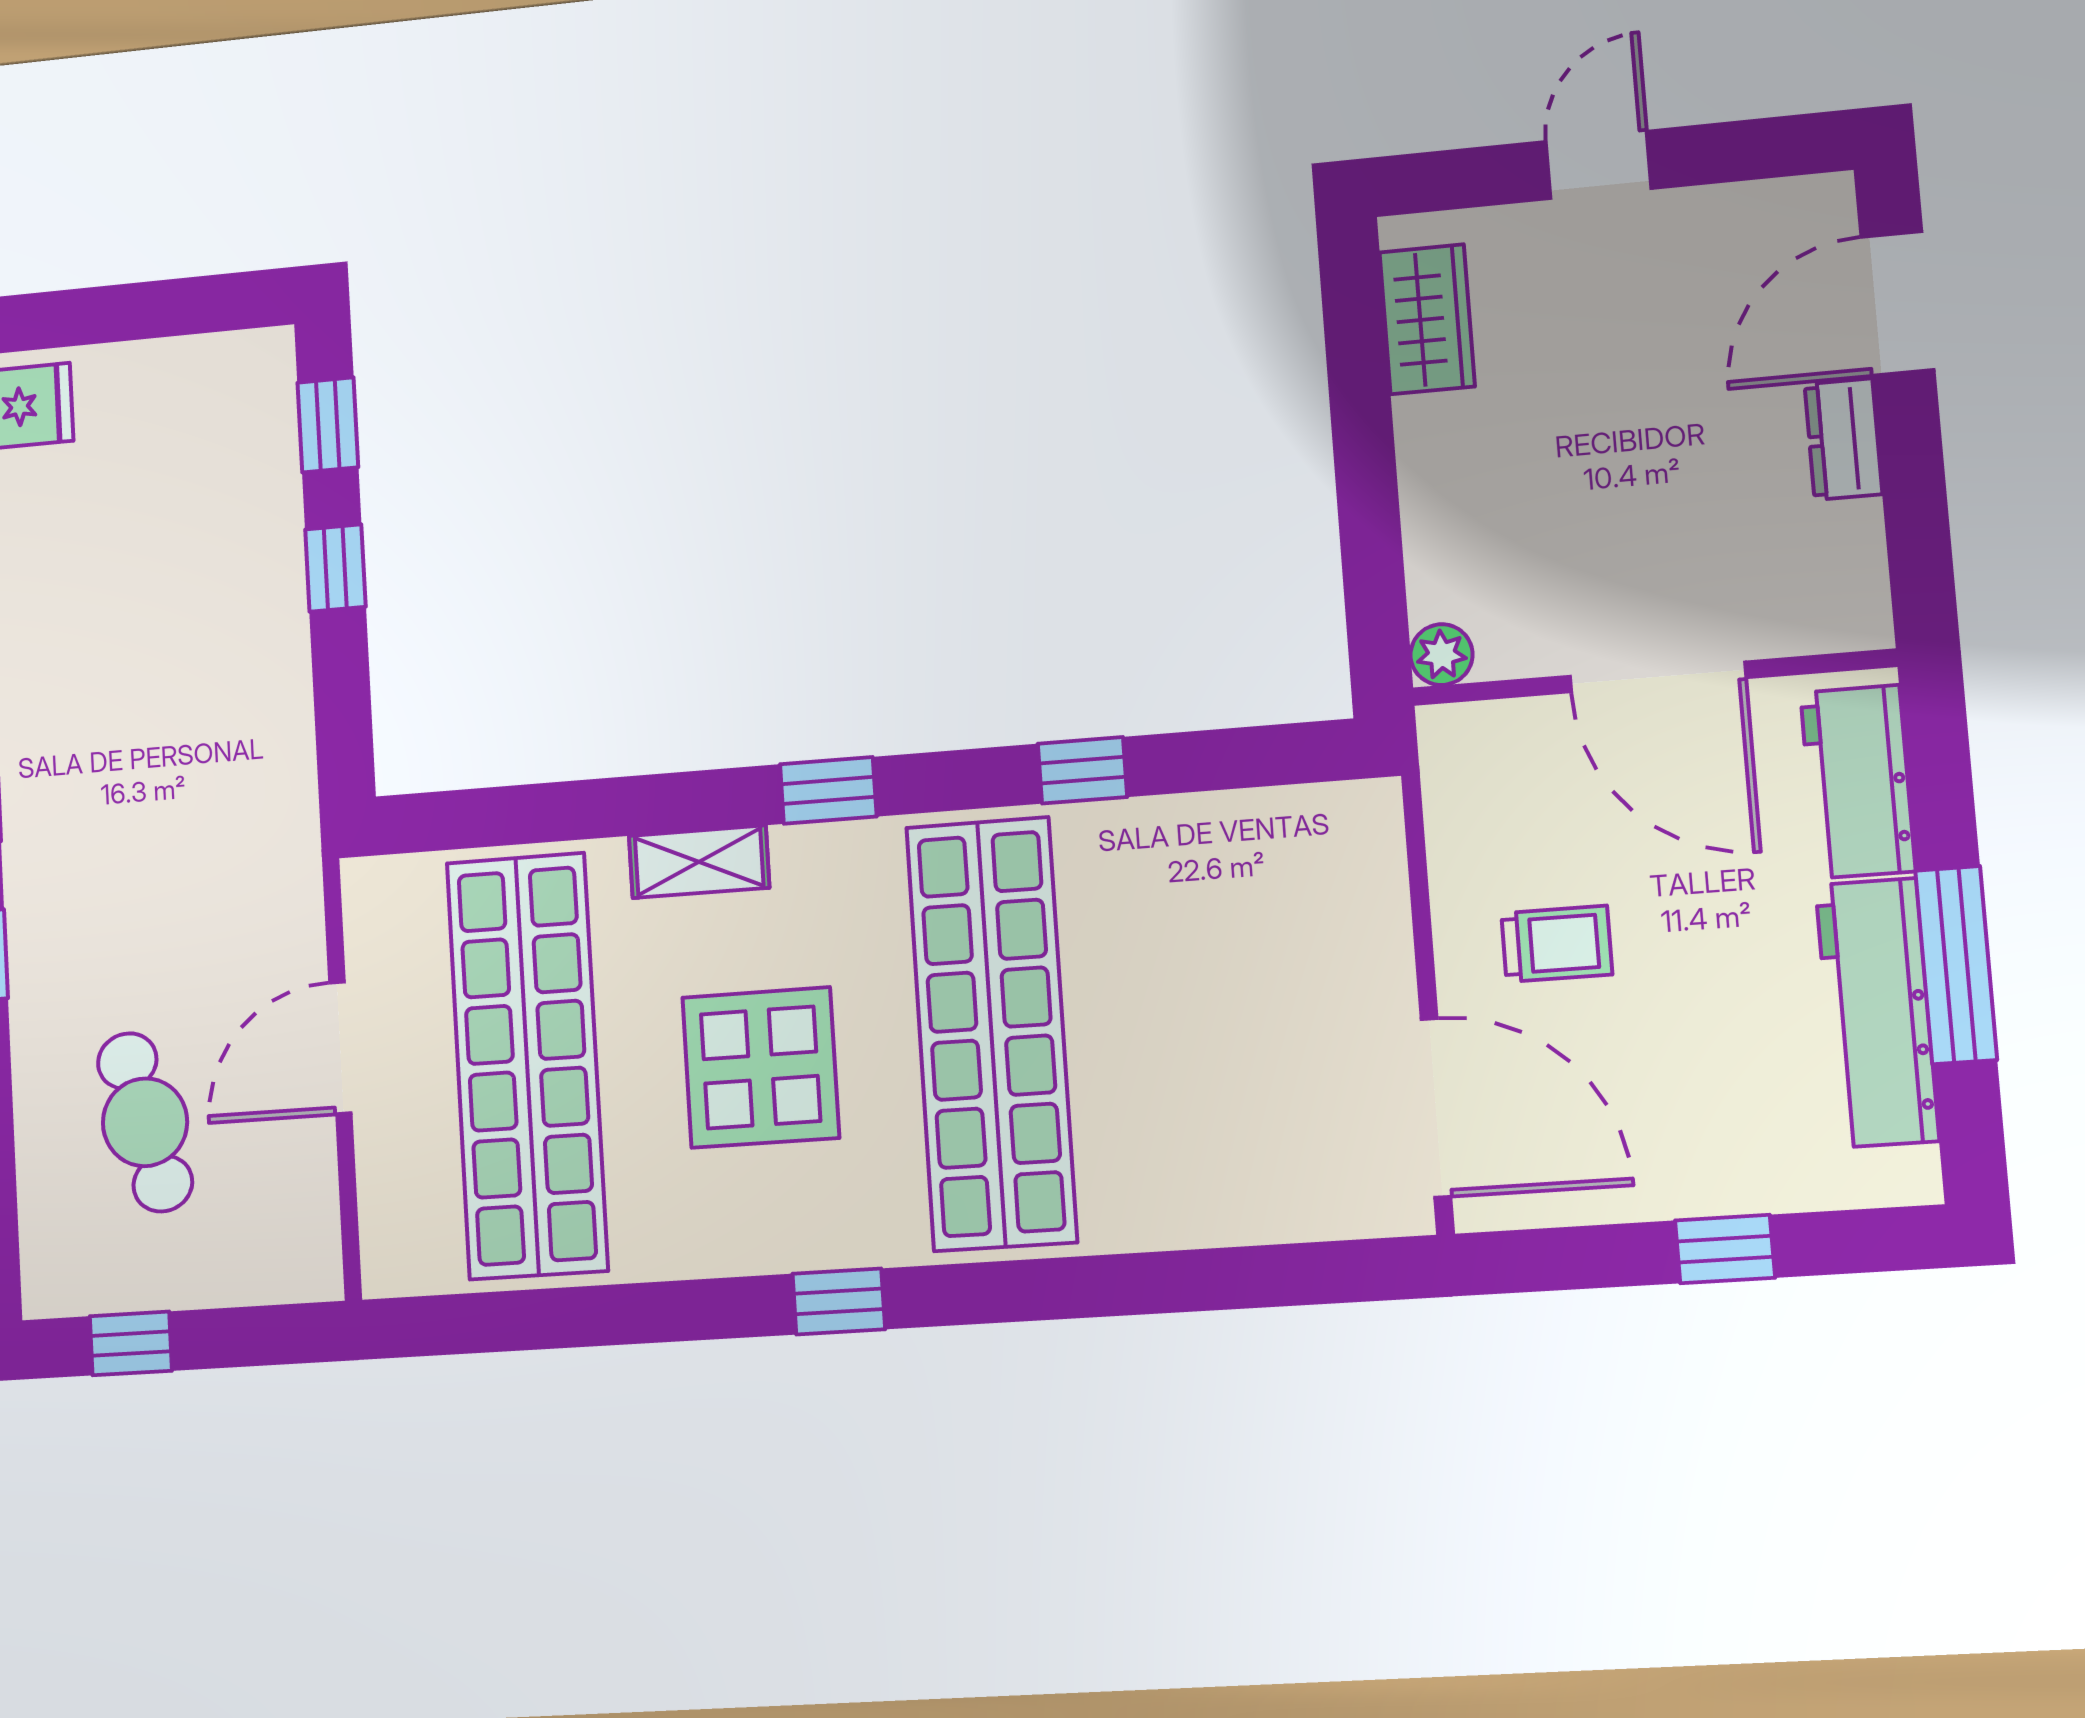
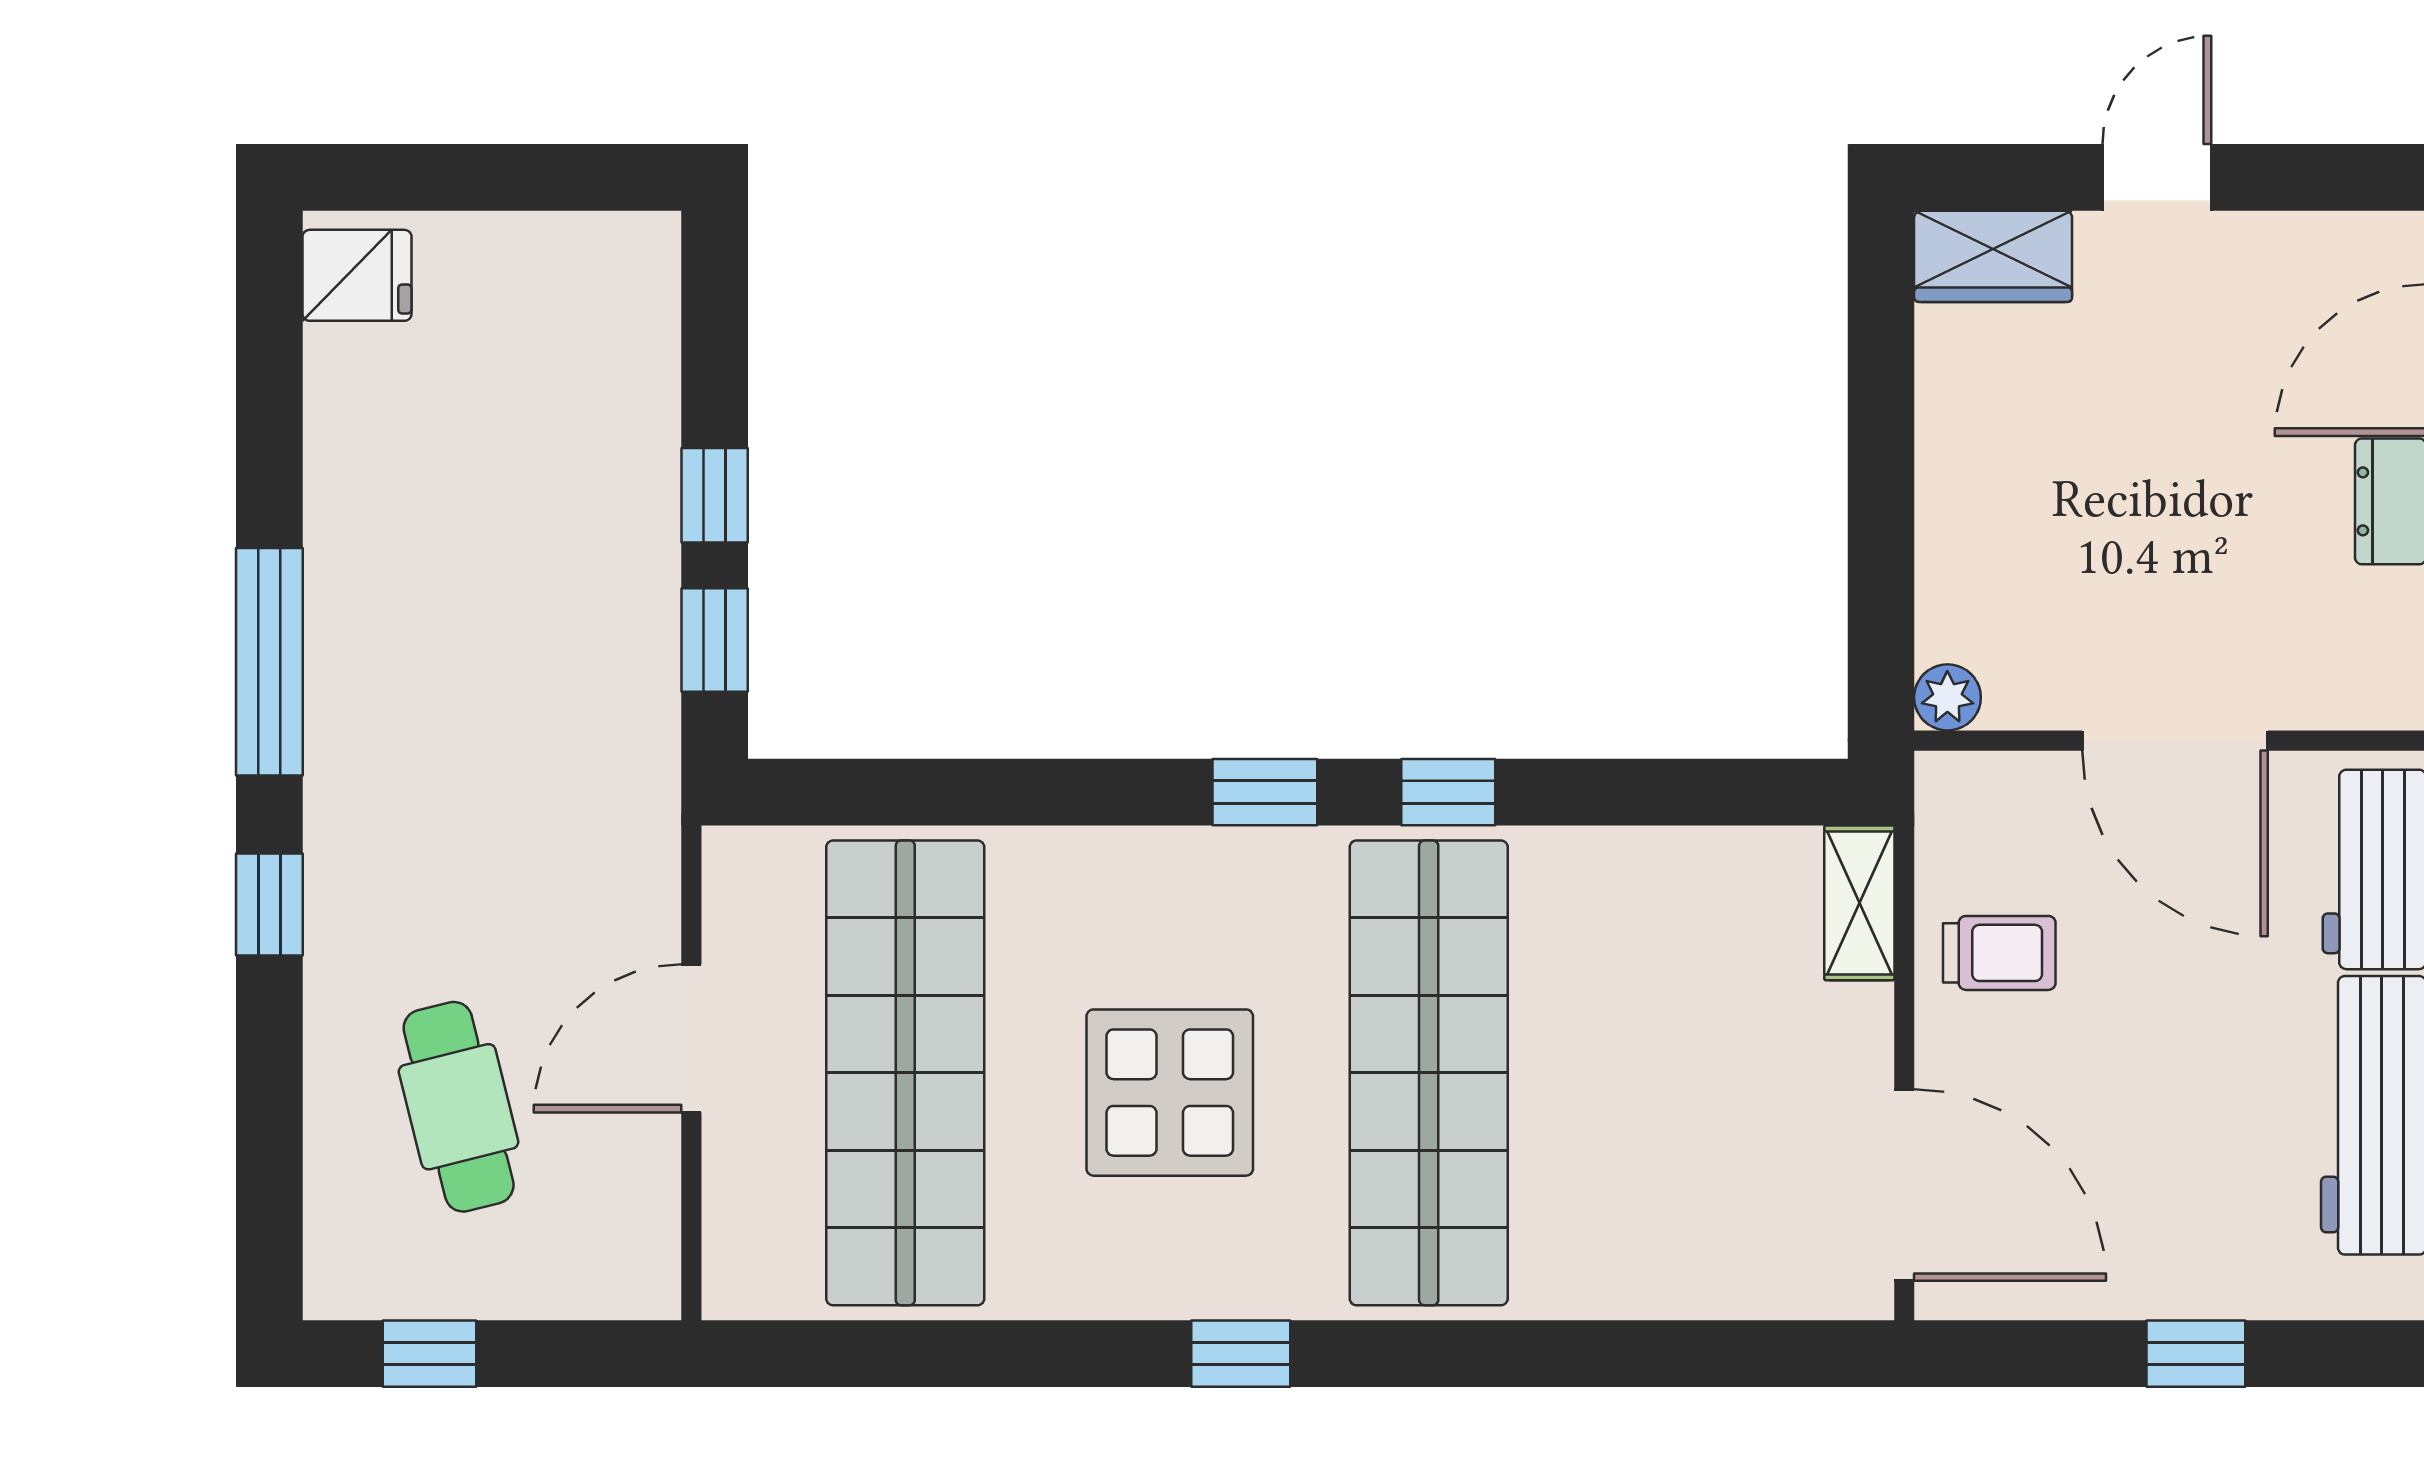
wardrobe: (1427, 319) -> (1993, 256), moved, turned 90
window: (328, 425) -> (715, 640), moved
window: (1082, 770) -> (1448, 792), moved
shelving: (699, 862) -> (1859, 903), moved, turned 90
trolley: (1557, 944) -> (1999, 953), moved

